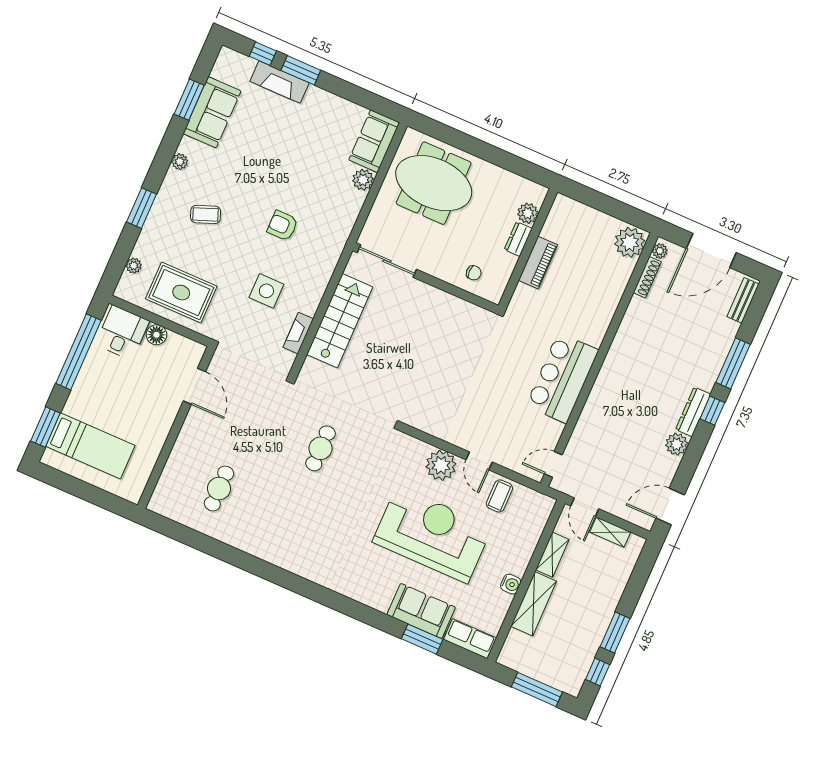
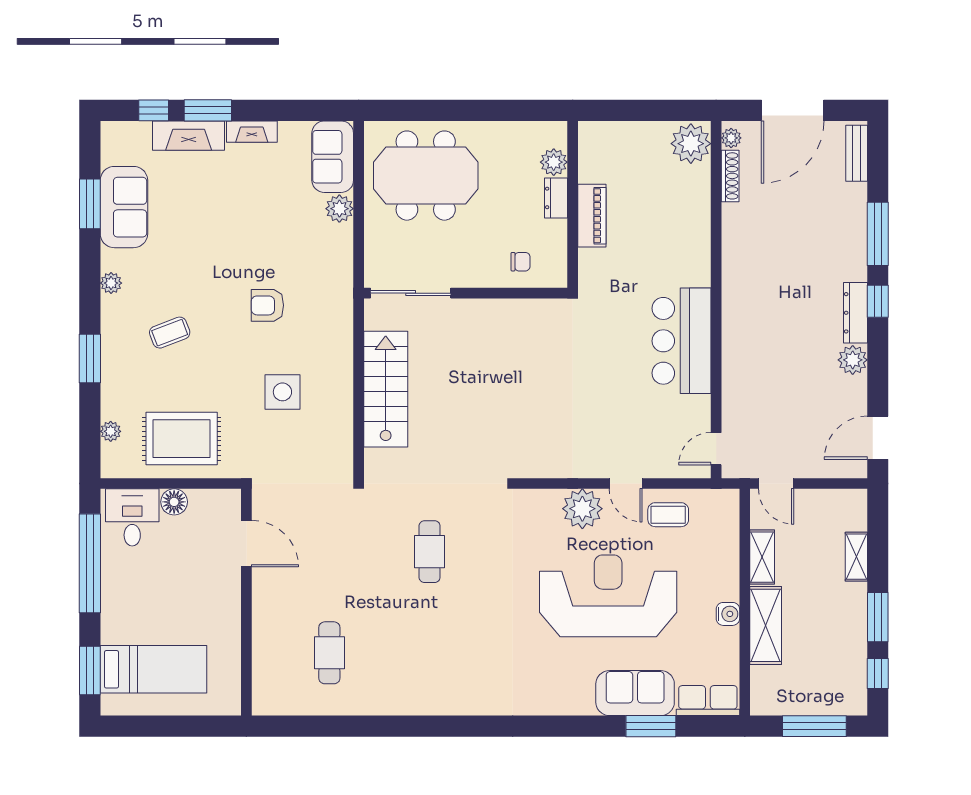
fireplace: (298, 333) -> (252, 132), moved, turned -90
coffee table: (499, 496) -> (668, 515), turned 90
shelving: (610, 532) -> (856, 557), moved, turned 90

